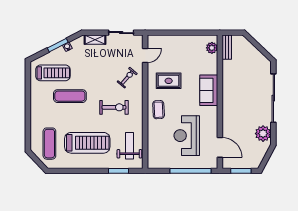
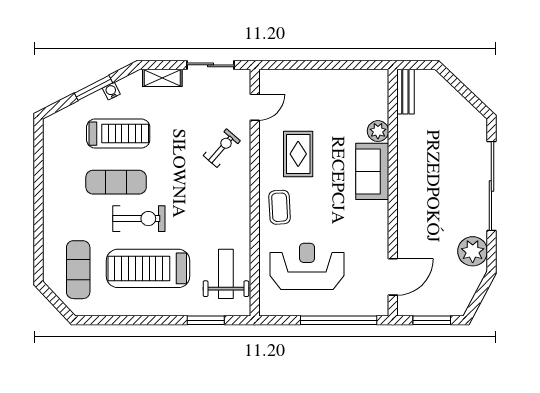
plant: (212, 48) -> (378, 131), moved
treadmill: (53, 73) -> (118, 134), moved
rug: (169, 81) -> (298, 154), turned 90
exercise bike: (114, 107) -> (139, 219), moved
reception desk: (187, 136) -> (307, 266), moved, turned 90
treadmill: (87, 143) -> (148, 268), turned 180
door: (220, 147) -> (393, 277), hinge flipped

